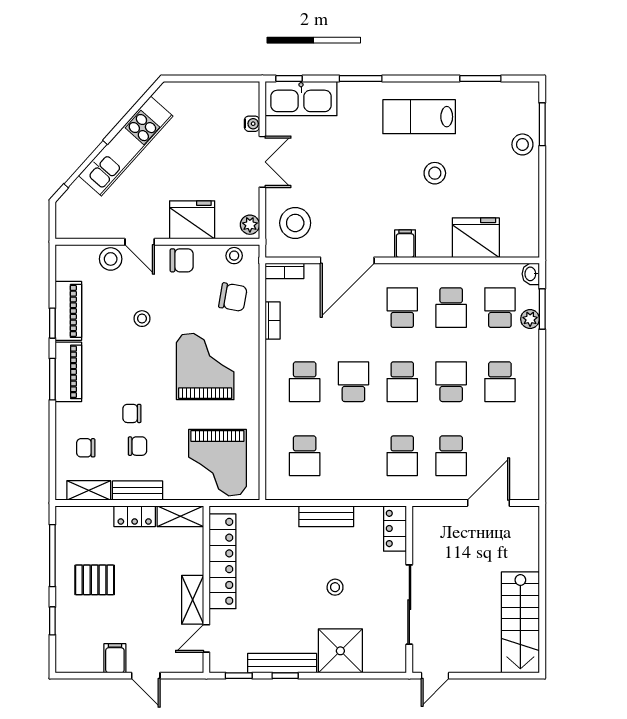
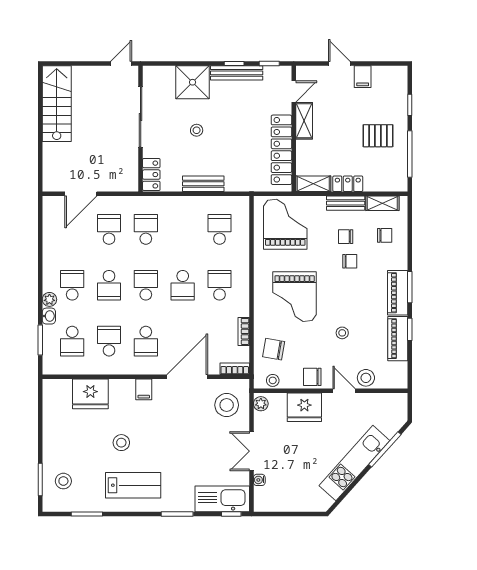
stool: (522, 144) -> (63, 481), moved
washbasin: (531, 274) -> (49, 316), moved
plant: (530, 319) -> (49, 299), moved

